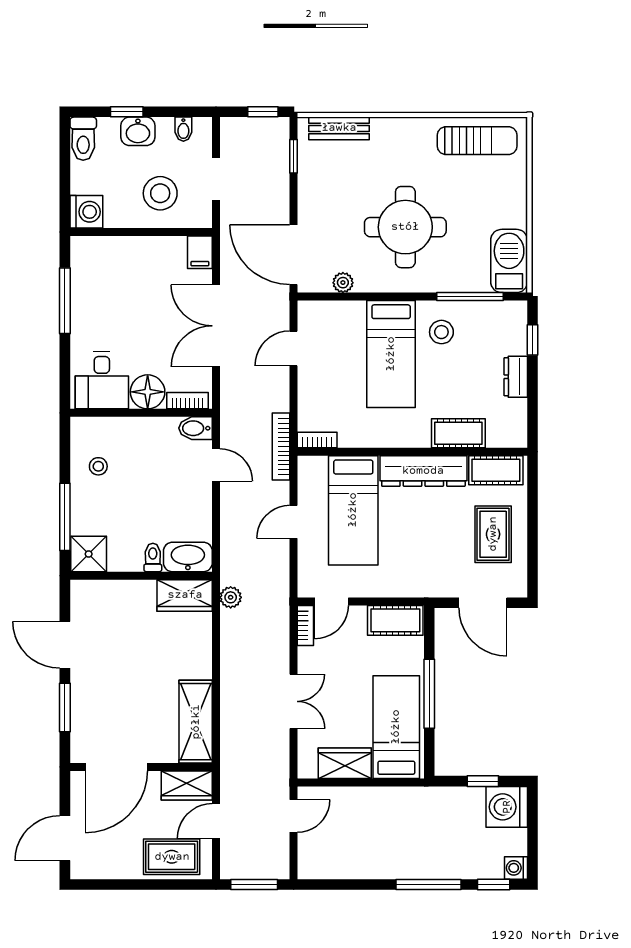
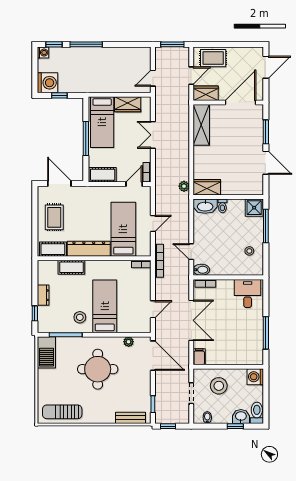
washbasin: (138, 131) -> (241, 416), moved
floor lamp: (148, 392) -> (225, 288), removed

